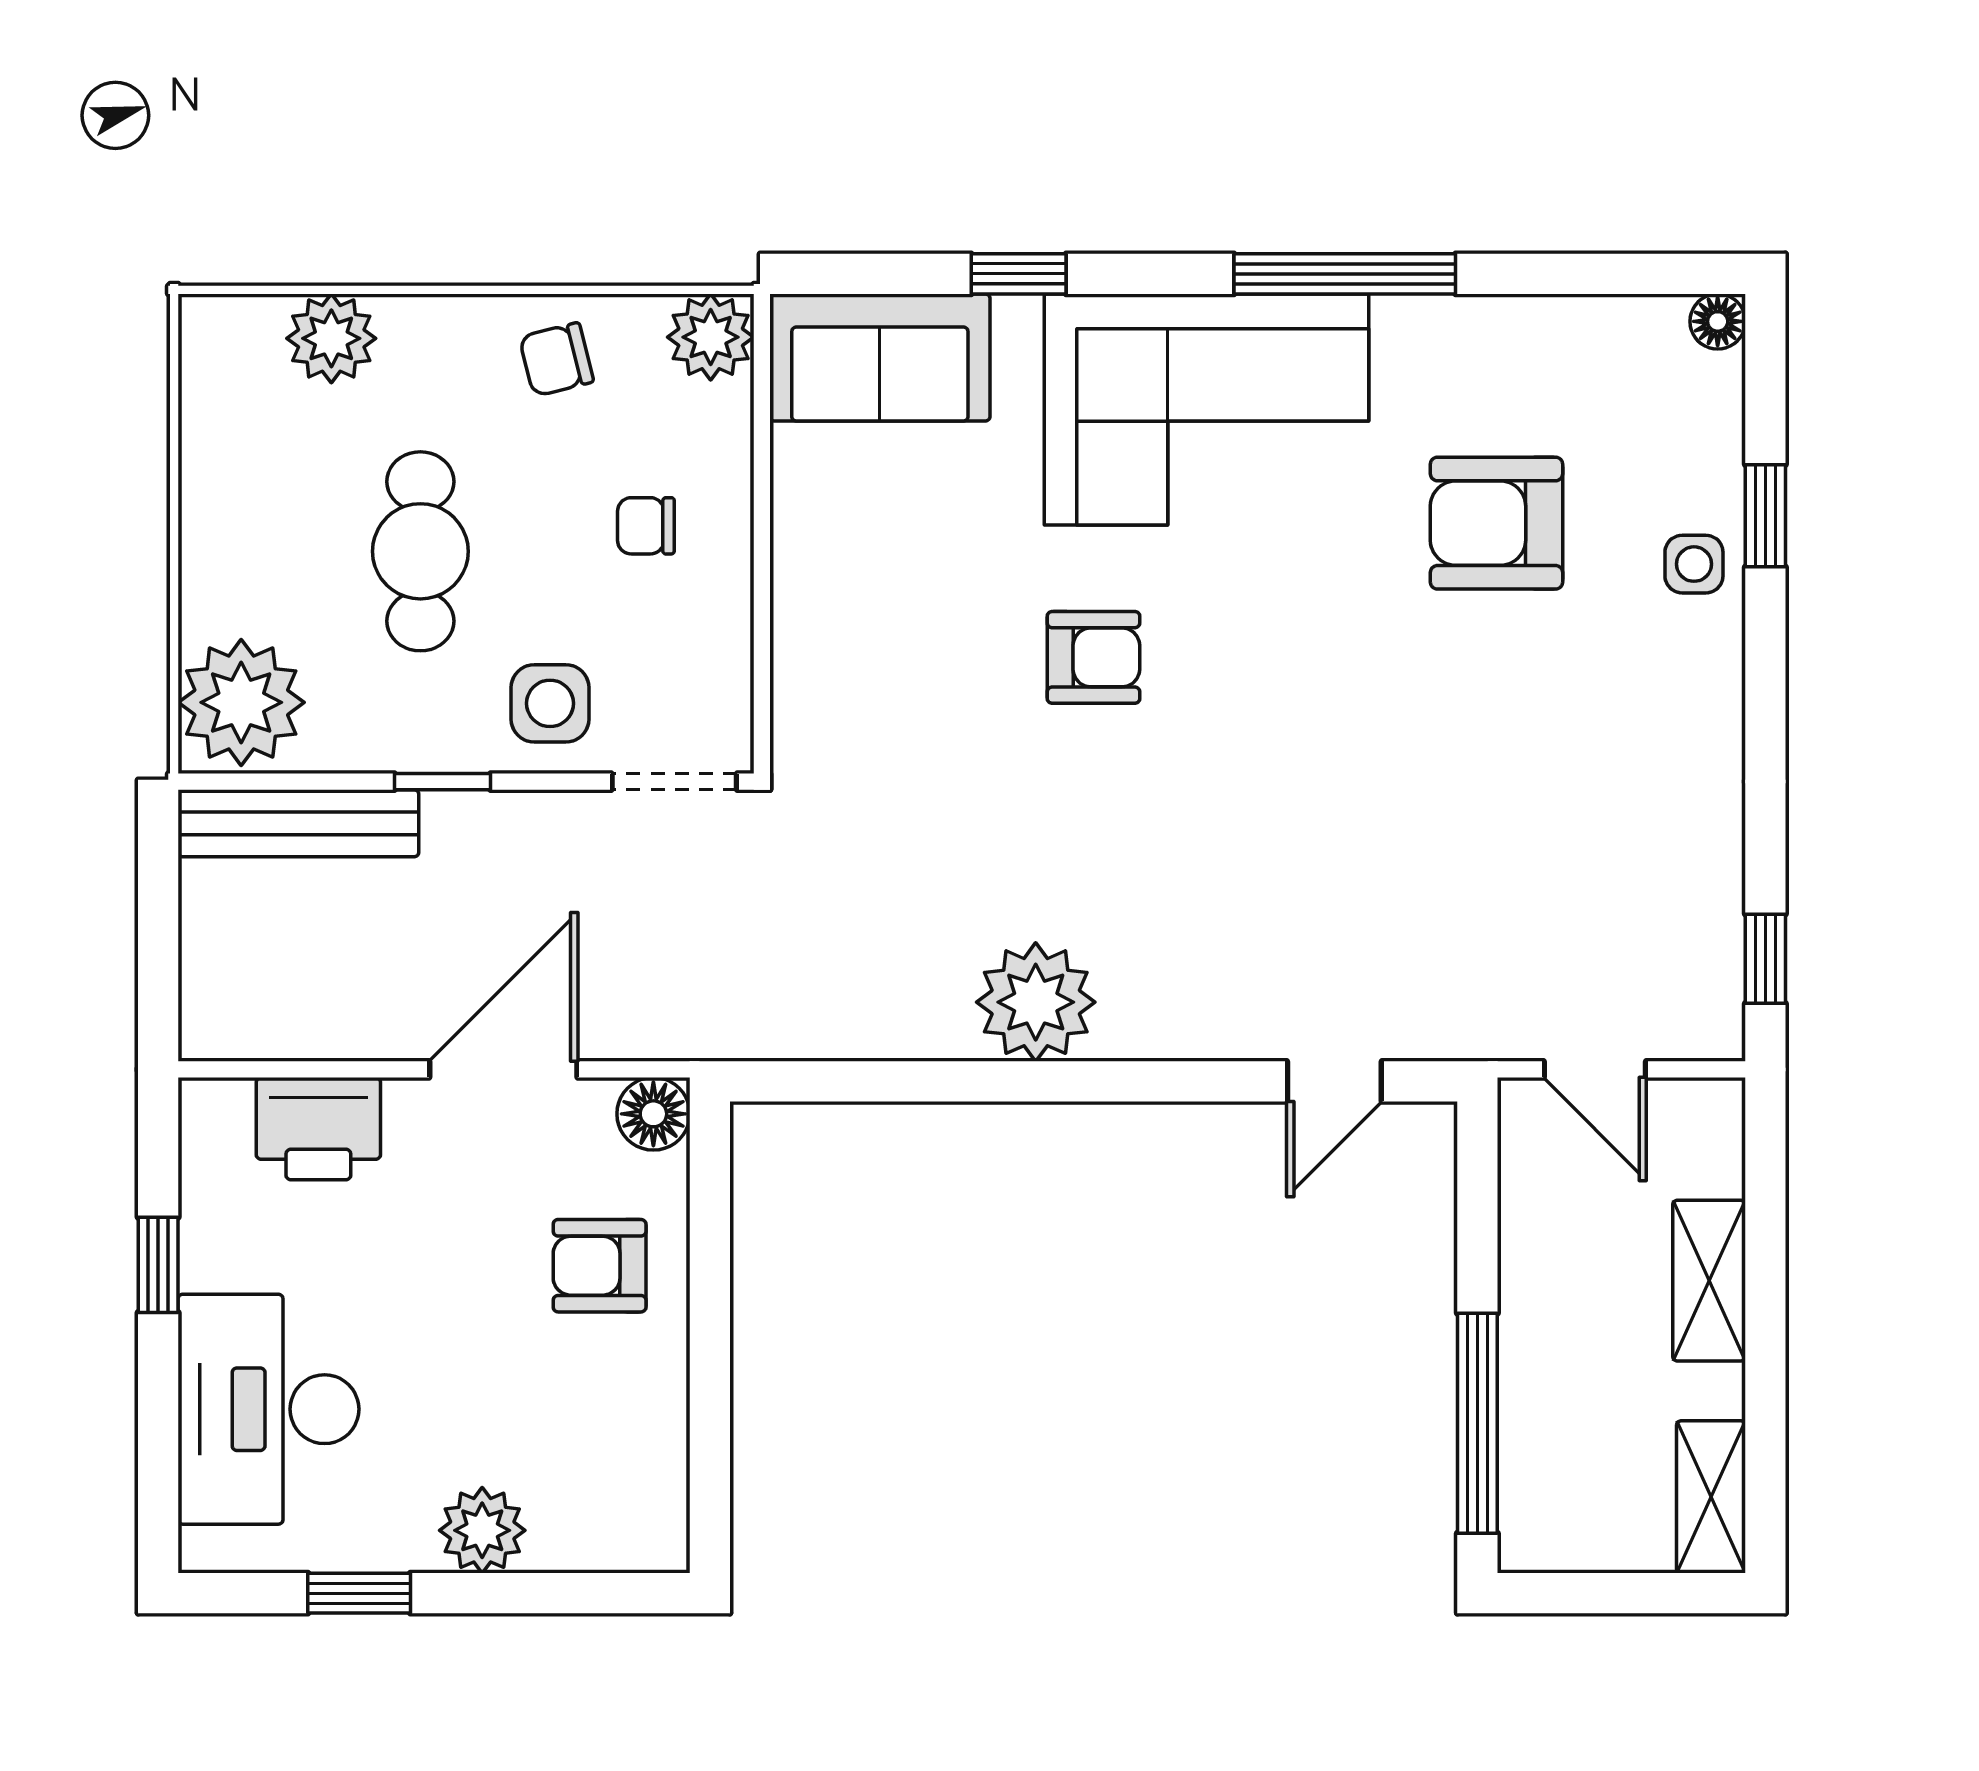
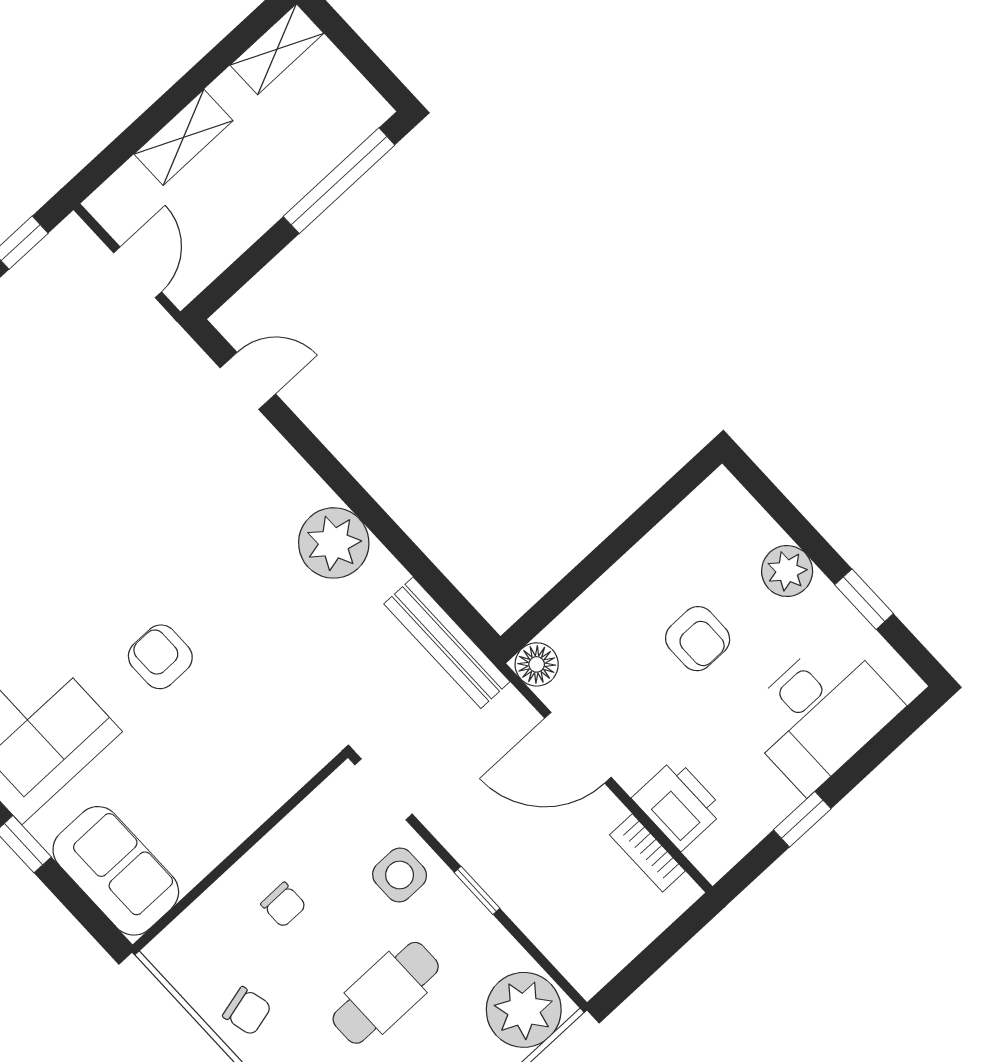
plant: (711, 337) -> (175, 953), removed
bench: (298, 823) -> (447, 643), moved
bookcase: (294, 1035) -> (647, 853), added
armchair: (600, 1266) -> (698, 639), moved

